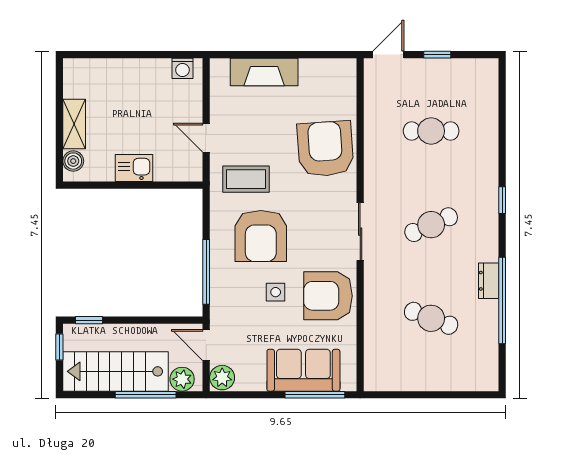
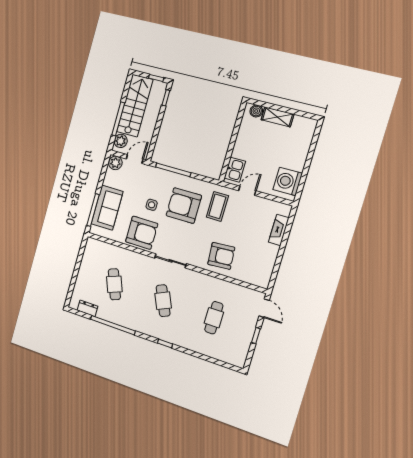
washing machine: (182, 68) -> (288, 181), width x1.89, depth x1.89
fireplace: (264, 72) -> (279, 230), width x0.73, depth x0.76
armchair: (325, 149) -> (221, 256), width x0.73, depth x0.73
kitchen sink: (134, 168) -> (235, 170), moved
dresser: (489, 281) -> (88, 308), moved
armchair: (328, 296) -> (142, 233), turned 90
cafe table: (431, 318) -> (114, 284), turned -42

